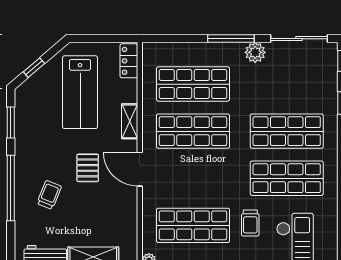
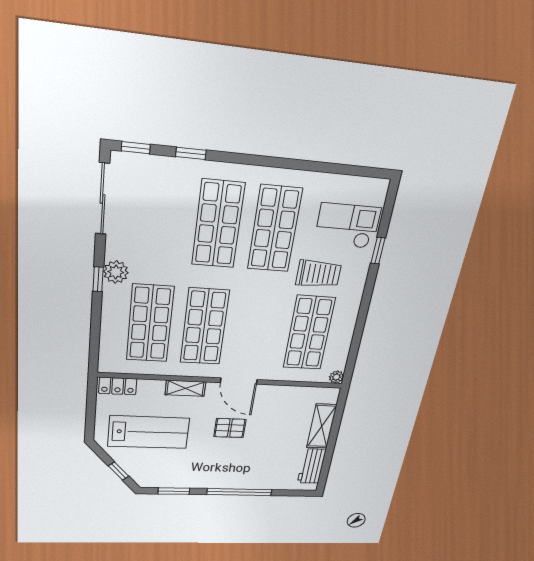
window: (231, 39) -> (98, 279), width x0.46
plant: (255, 52) -> (116, 272), moved
door: (140, 169) -> (239, 381), hinge flipped
trolley: (49, 195) -> (252, 461), removed
trolley: (250, 223) -> (319, 274), width x1.36, depth x1.39

